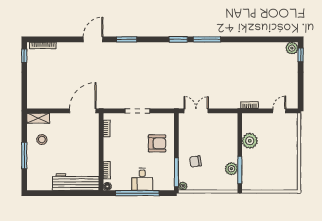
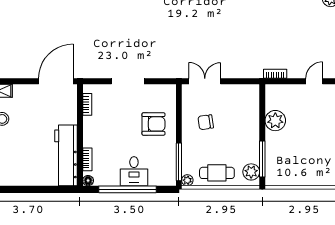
chair: (195, 161) -> (206, 122), moved
plant: (231, 169) -> (251, 172), moved
cafe table: (205, 181) -> (217, 173), added
workbench: (76, 182) -> (66, 155), moved, turned -90

